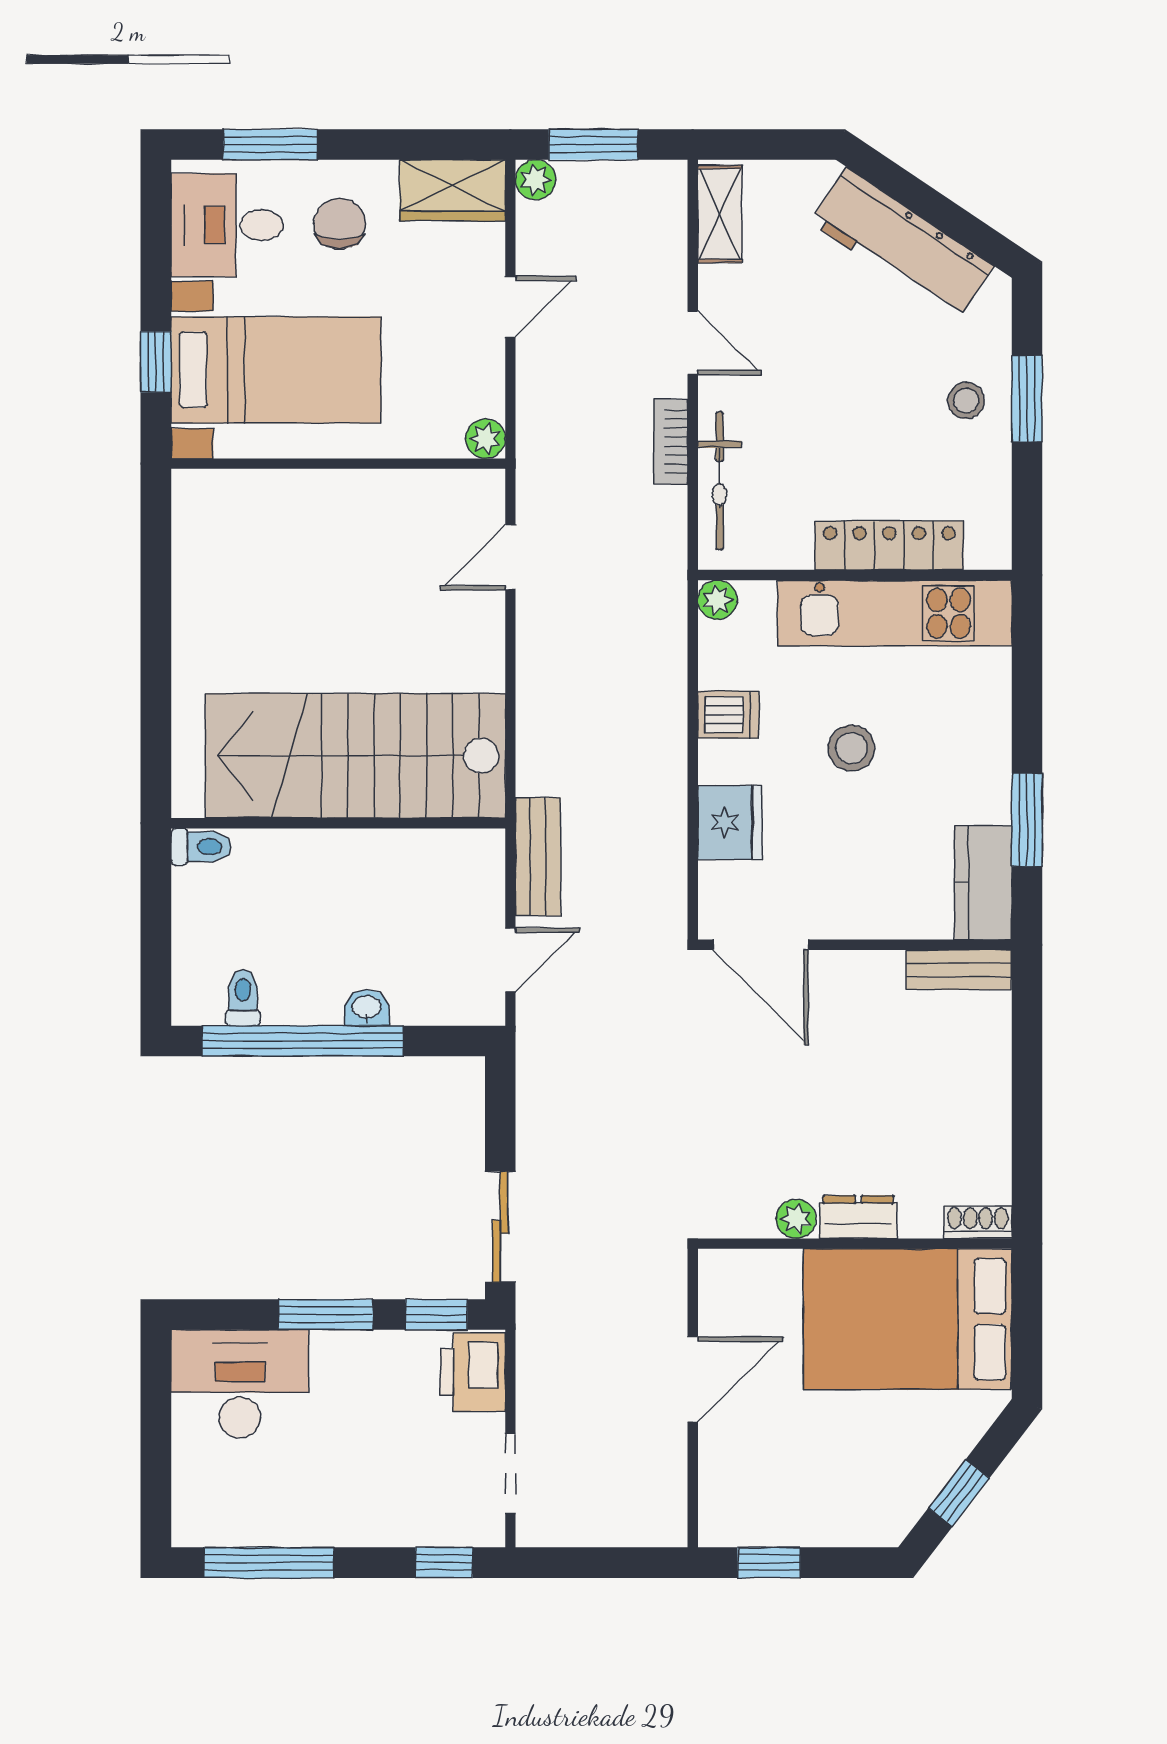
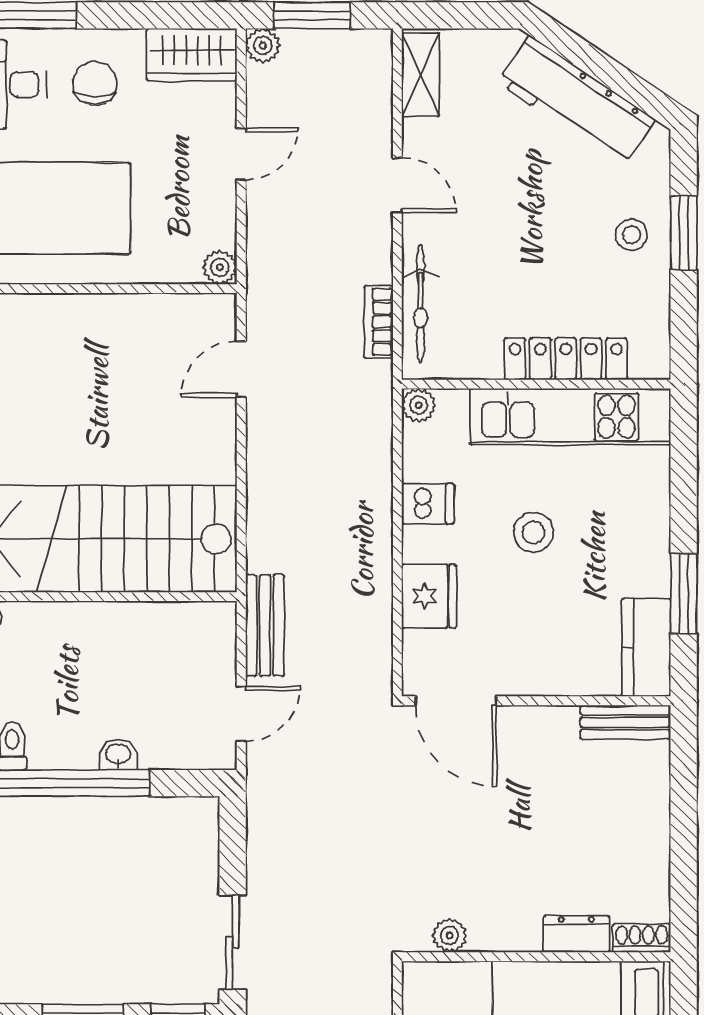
bookcase: (671, 442) -> (379, 322), moved
dresser: (858, 1217) -> (576, 934), moved
plant: (796, 1219) -> (450, 935), moved

